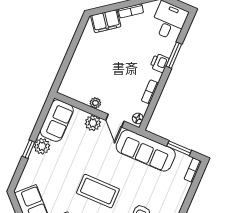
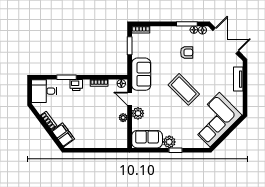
door: (115, 121) -> (130, 99), swing flipped
sofa: (146, 151) -> (141, 74), width x0.73
coffee table: (98, 191) -> (184, 89), turned -45

